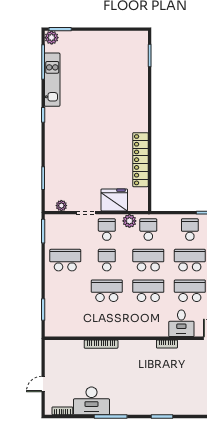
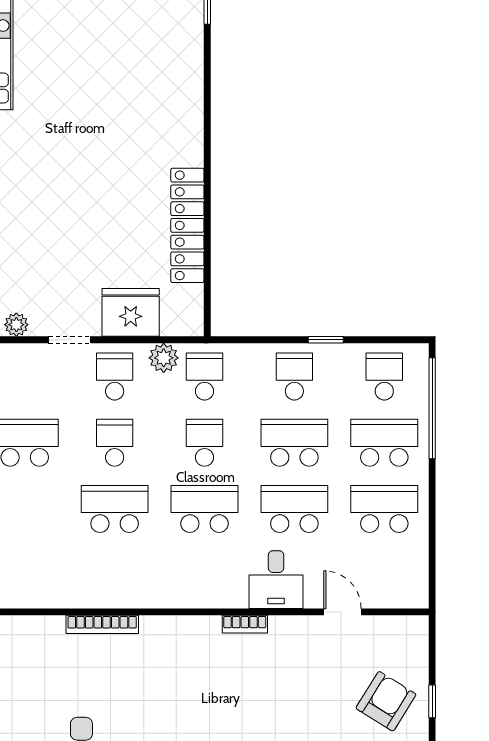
school desk: (148, 260) -> (204, 443), width x0.54

